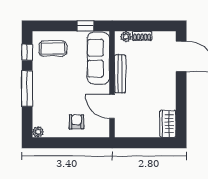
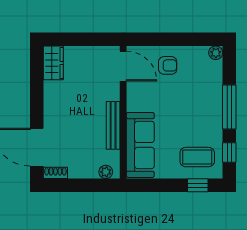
window: (85, 26) -> (198, 185), moved
shoe rack: (142, 36) -> (55, 173), moved
door: (112, 106) -> (123, 66), moved
armchair: (76, 122) -> (168, 65), turned -90

